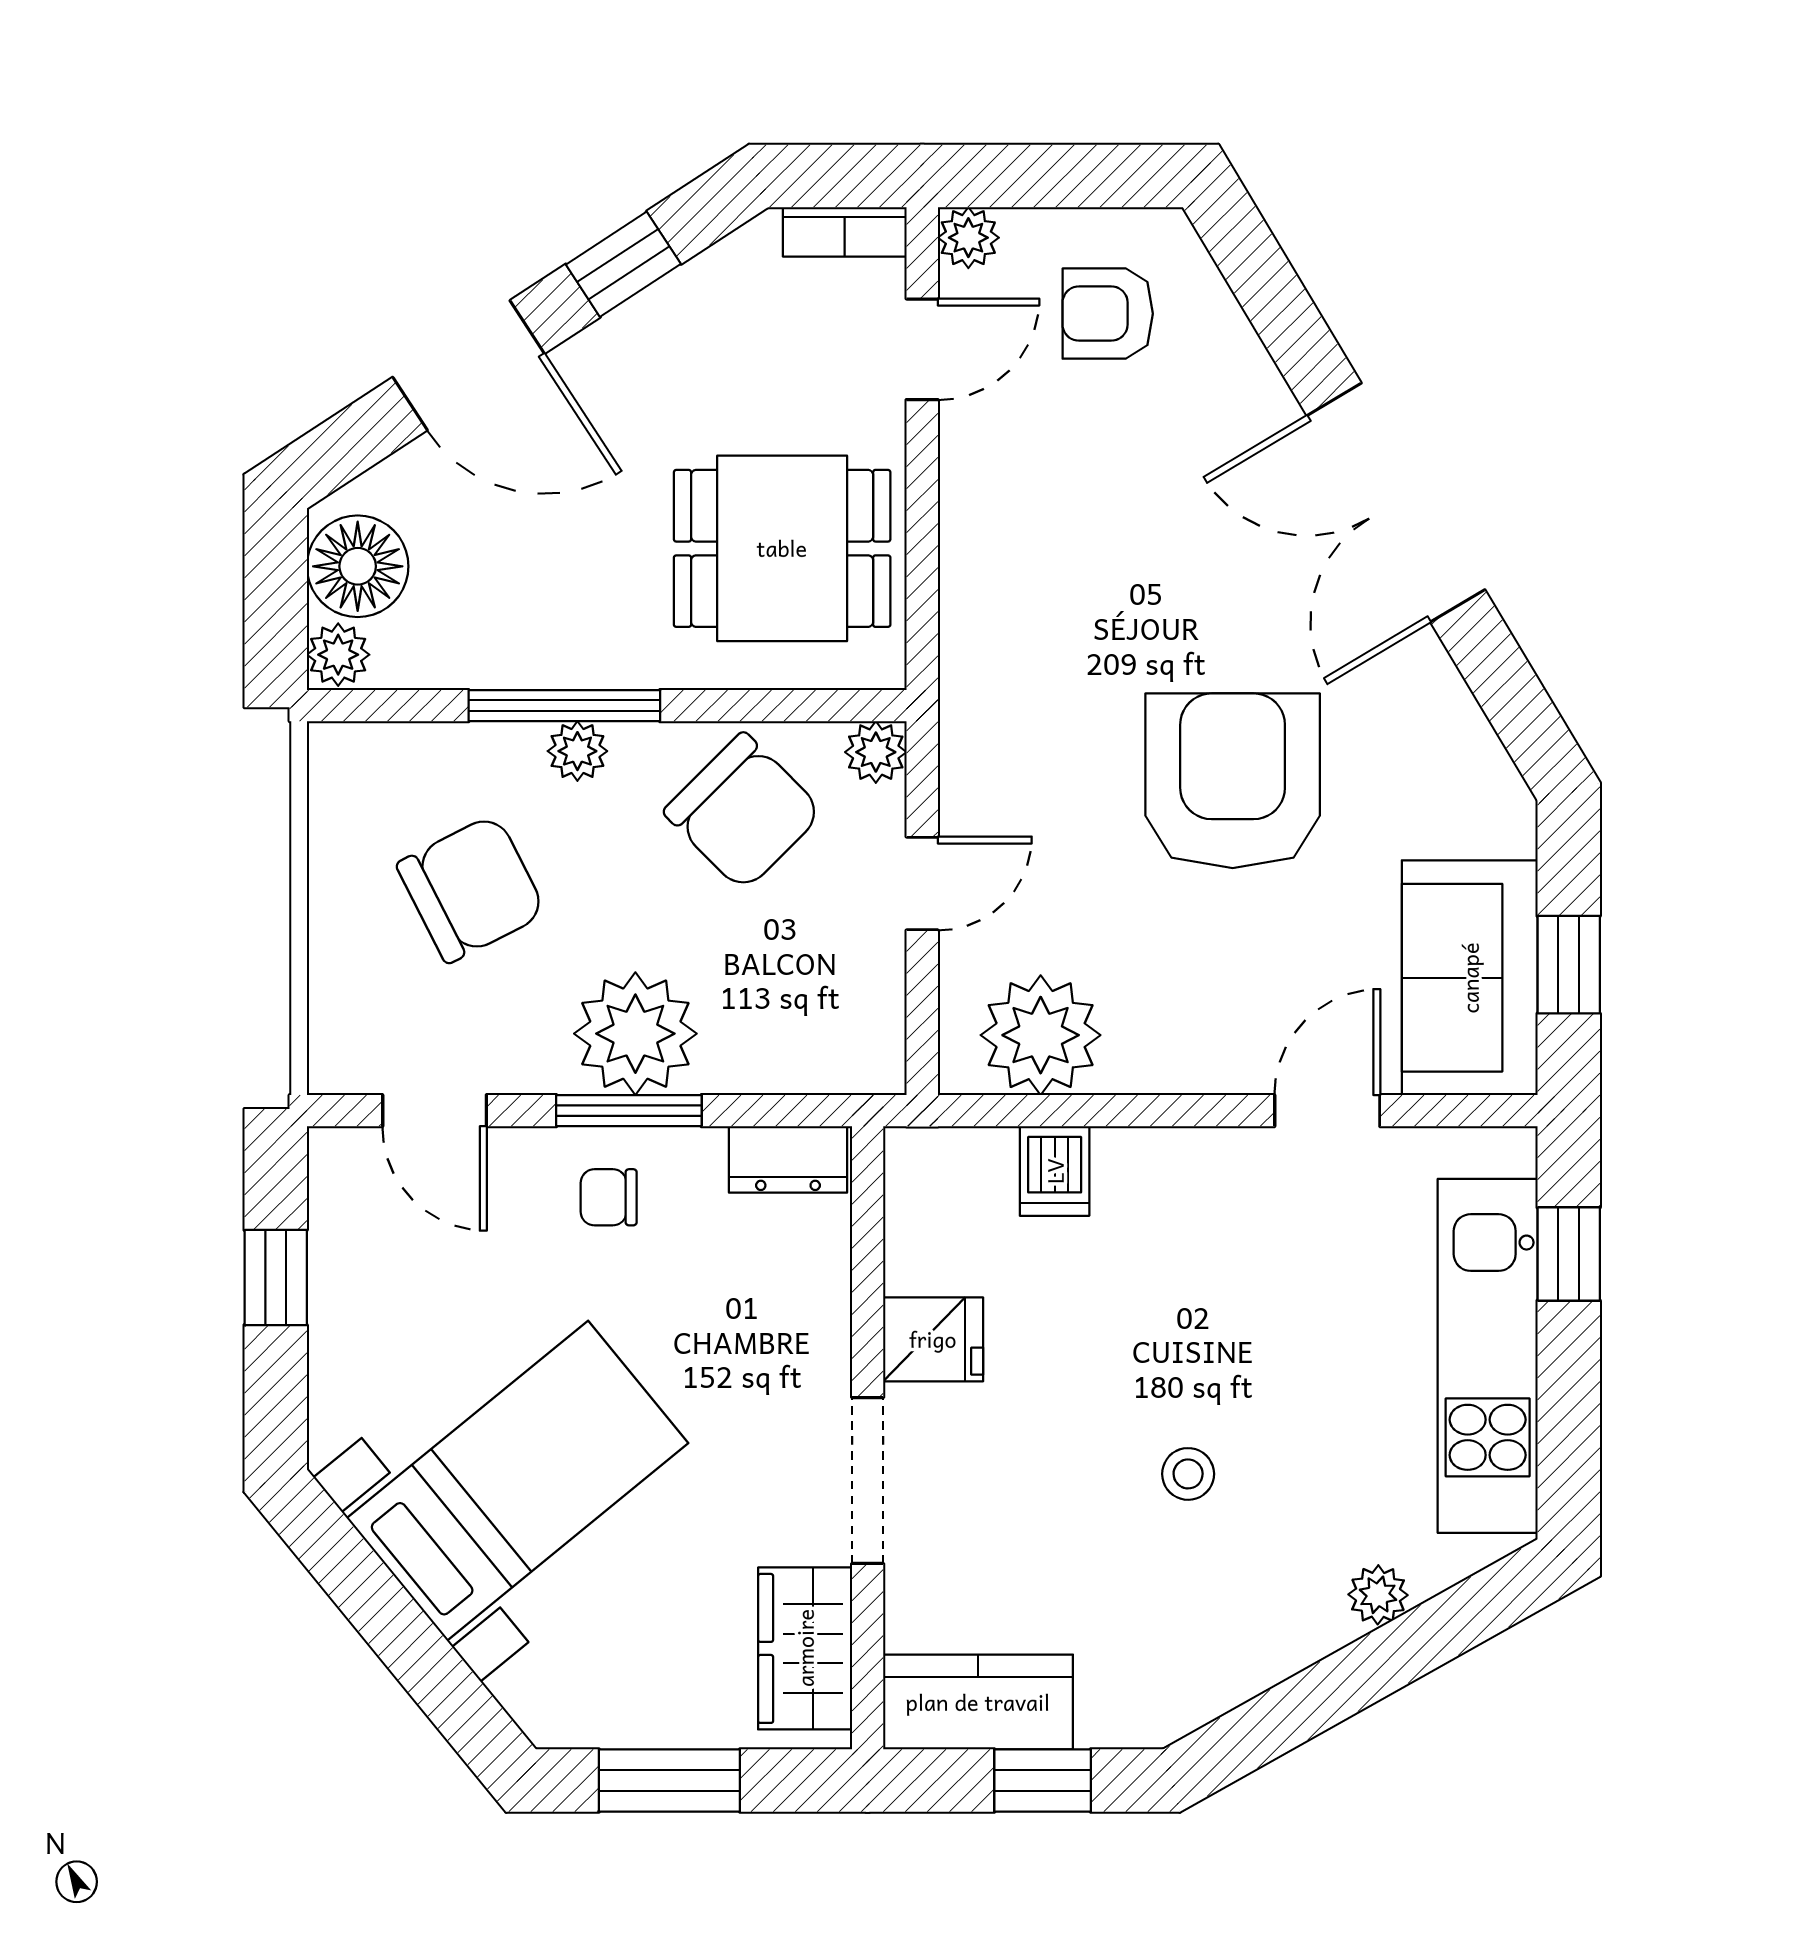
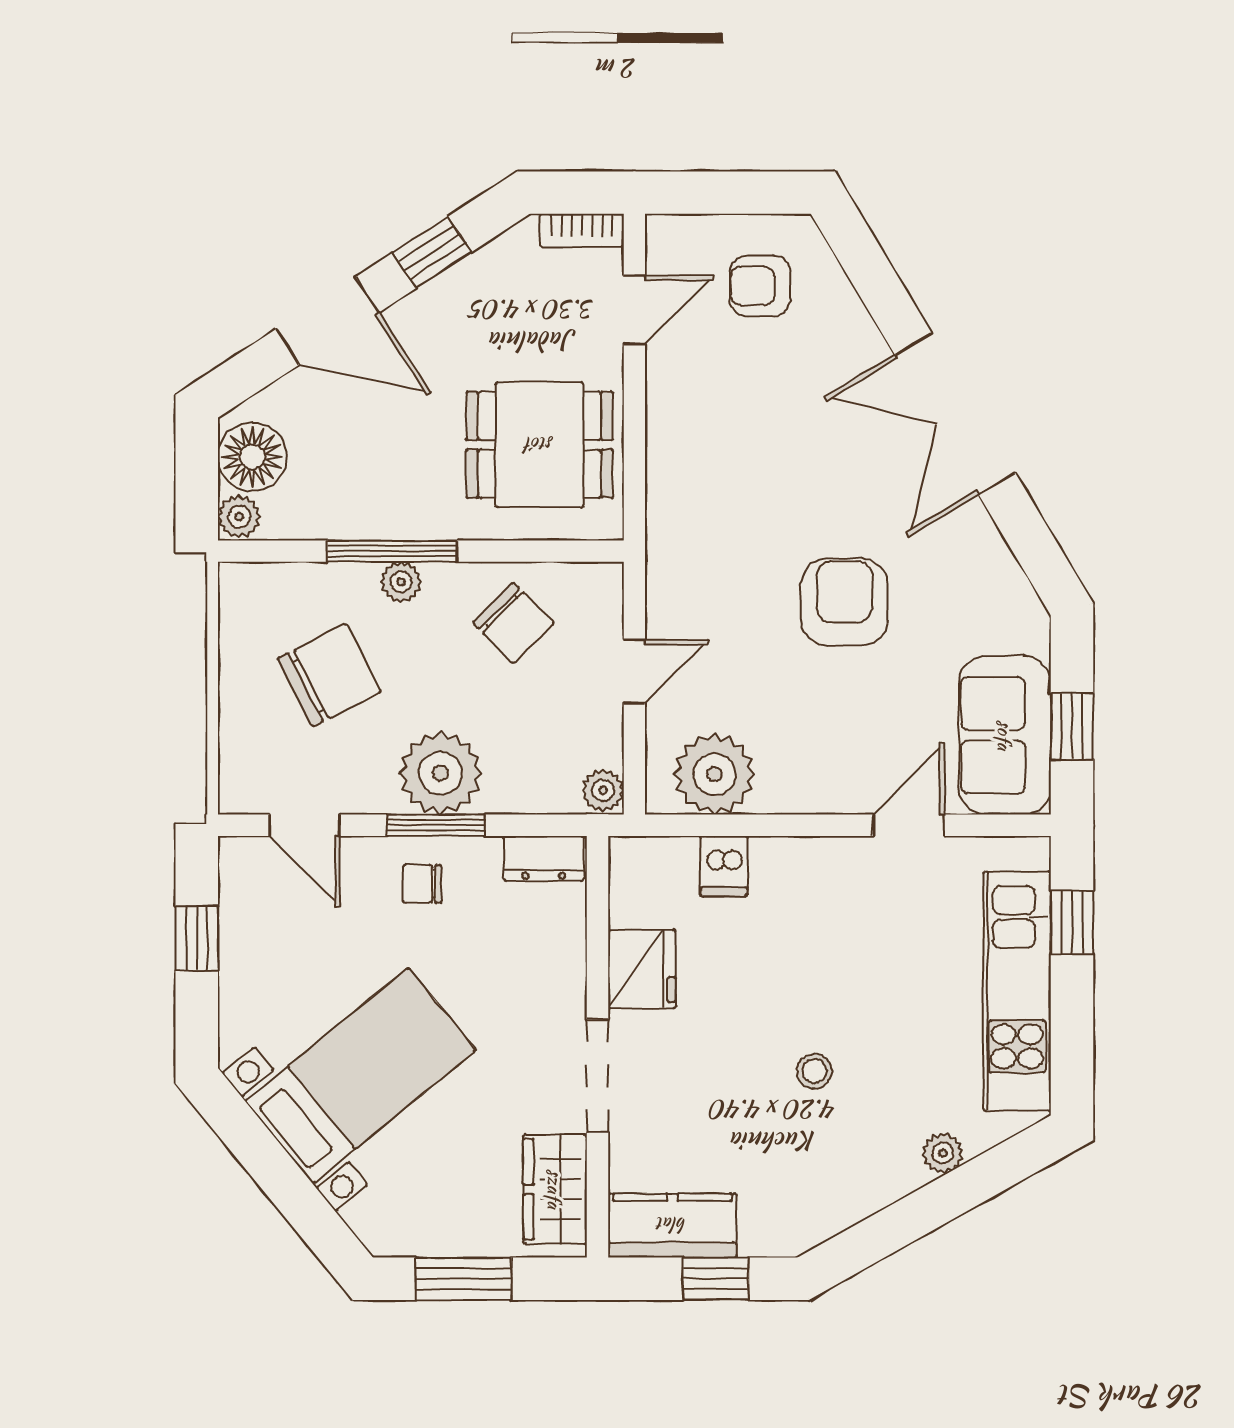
plant: (968, 238) -> (666, 234), removed
plant: (876, 752) -> (603, 790), moved
armchair: (1233, 781) -> (844, 602), width x0.73, depth x0.73
chair: (743, 812) -> (513, 623), width x0.73, depth x0.73
fridge: (933, 1339) -> (642, 969), width x1.38

